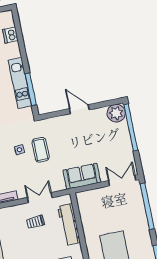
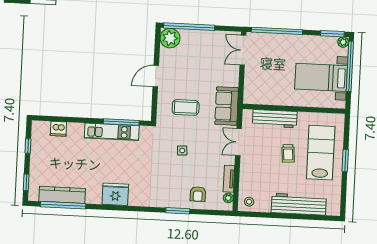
coffee table: (41, 150) -> (186, 107), moved
sofa: (82, 176) -> (227, 106), moved
trolley: (35, 222) -> (288, 153), moved

